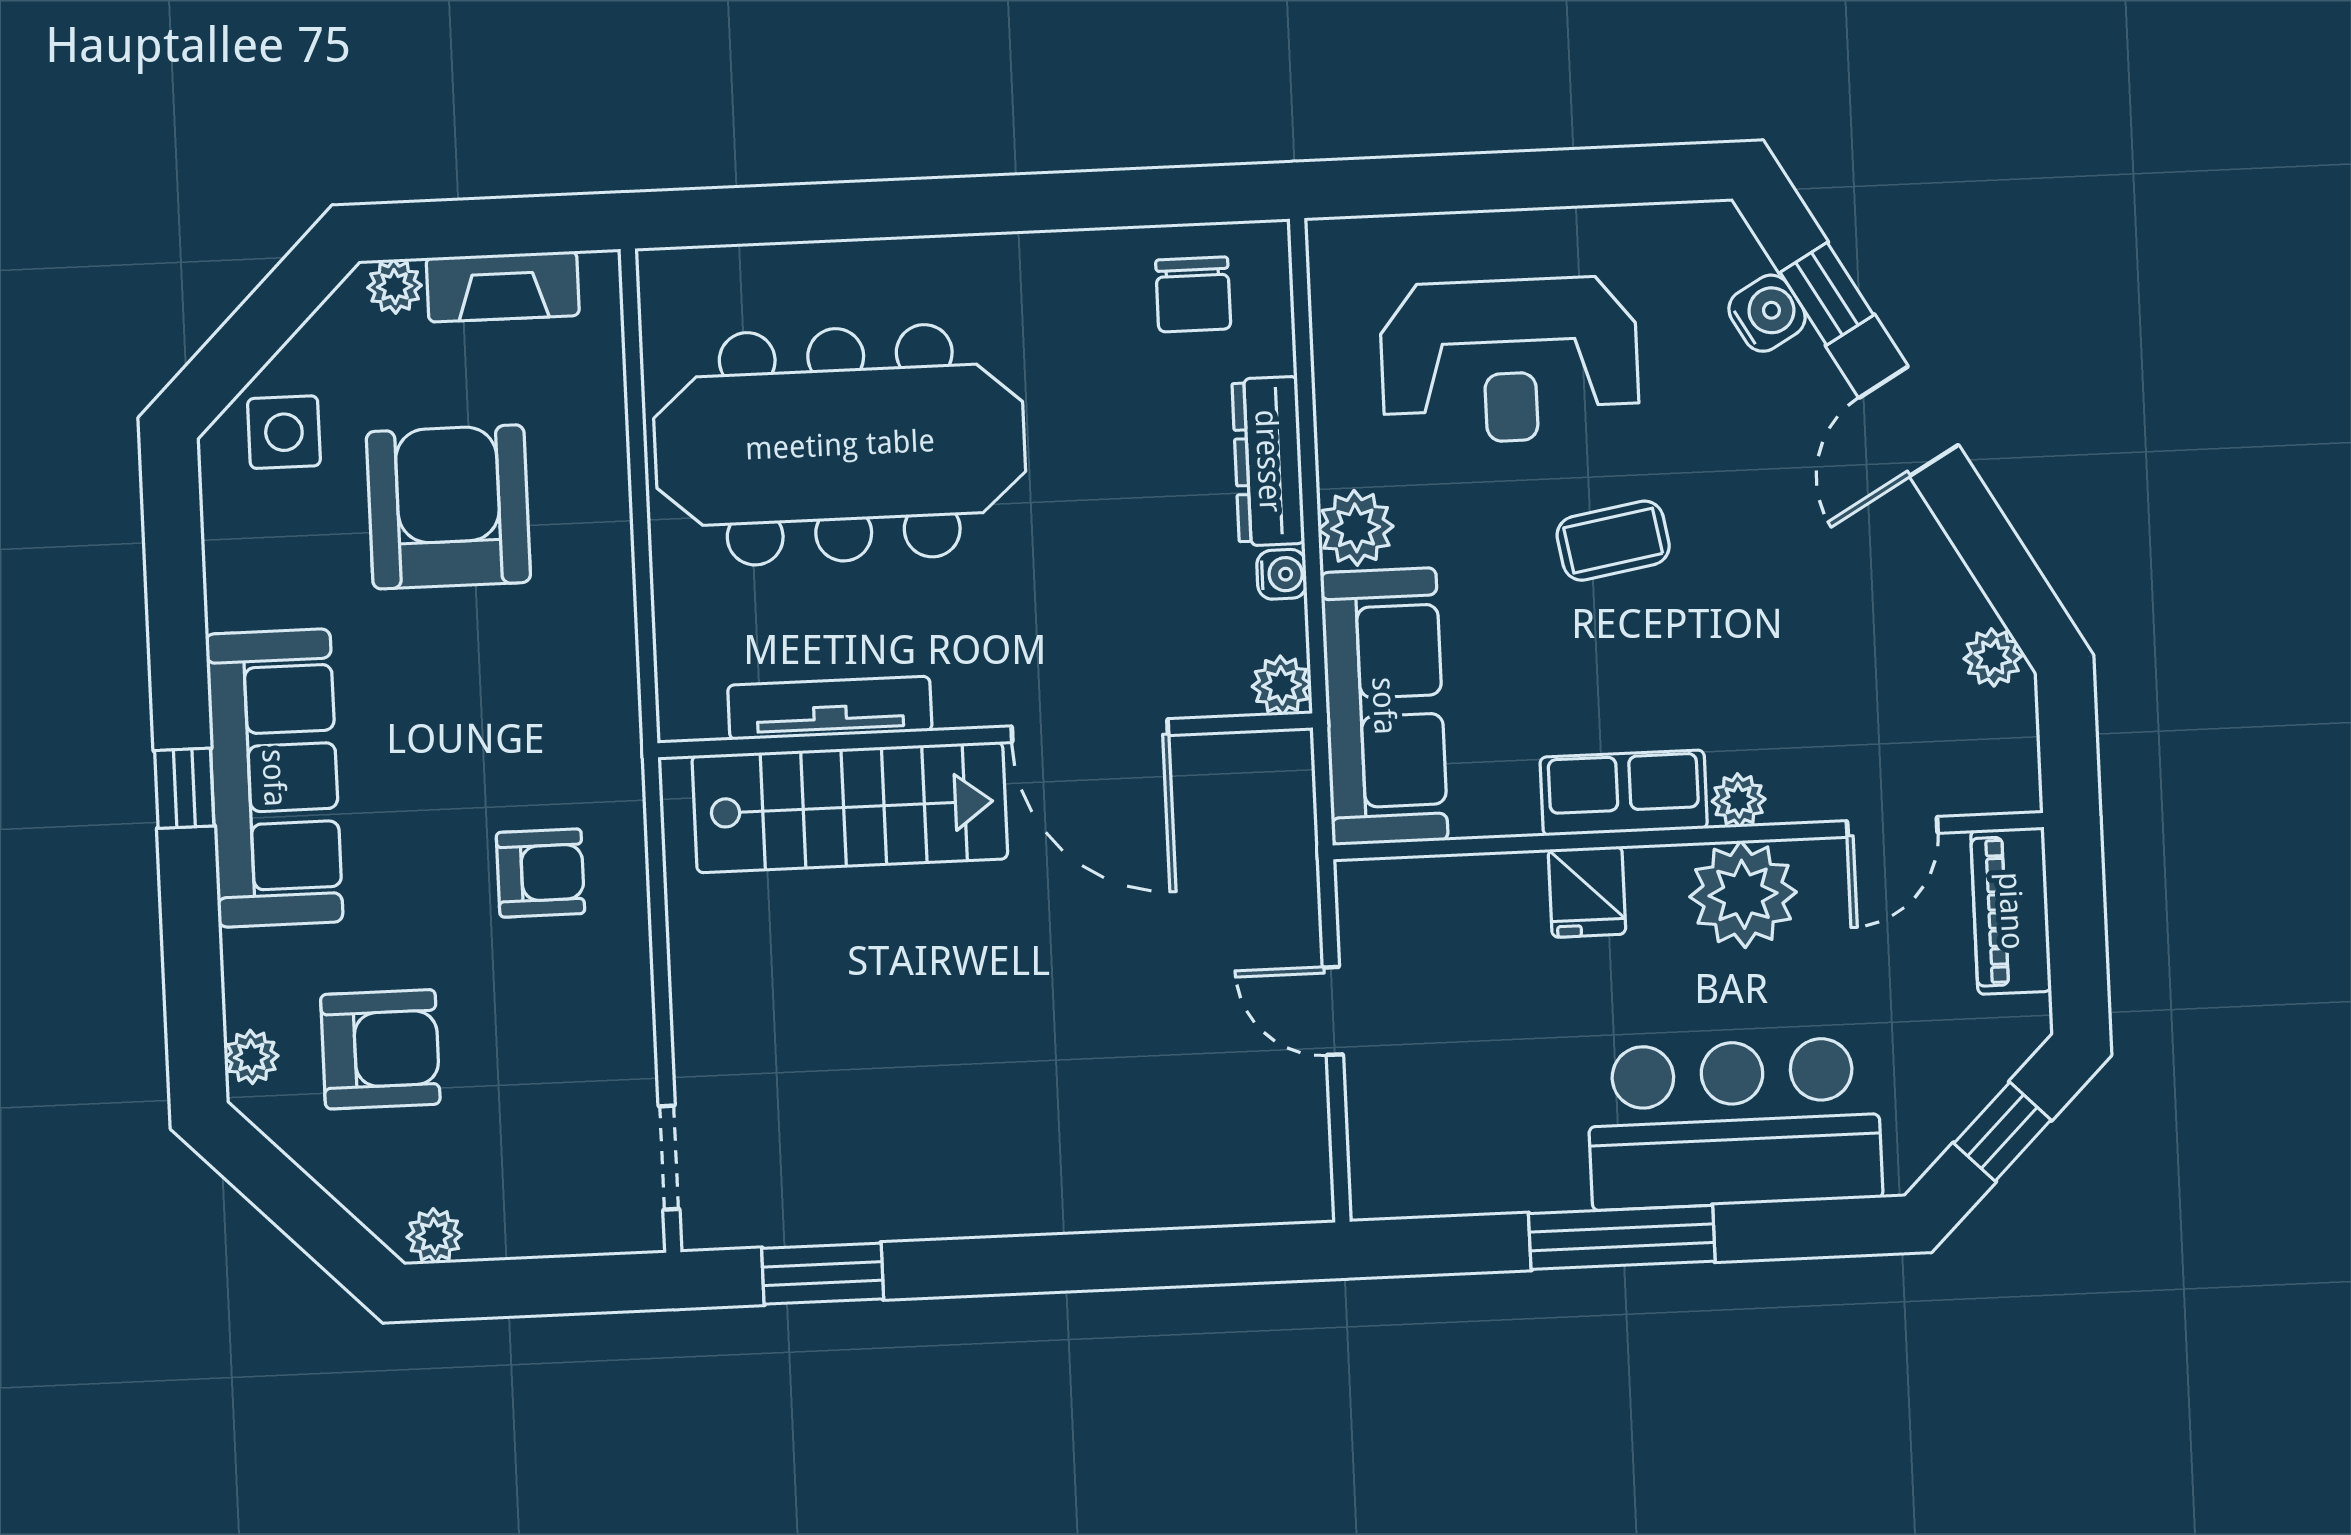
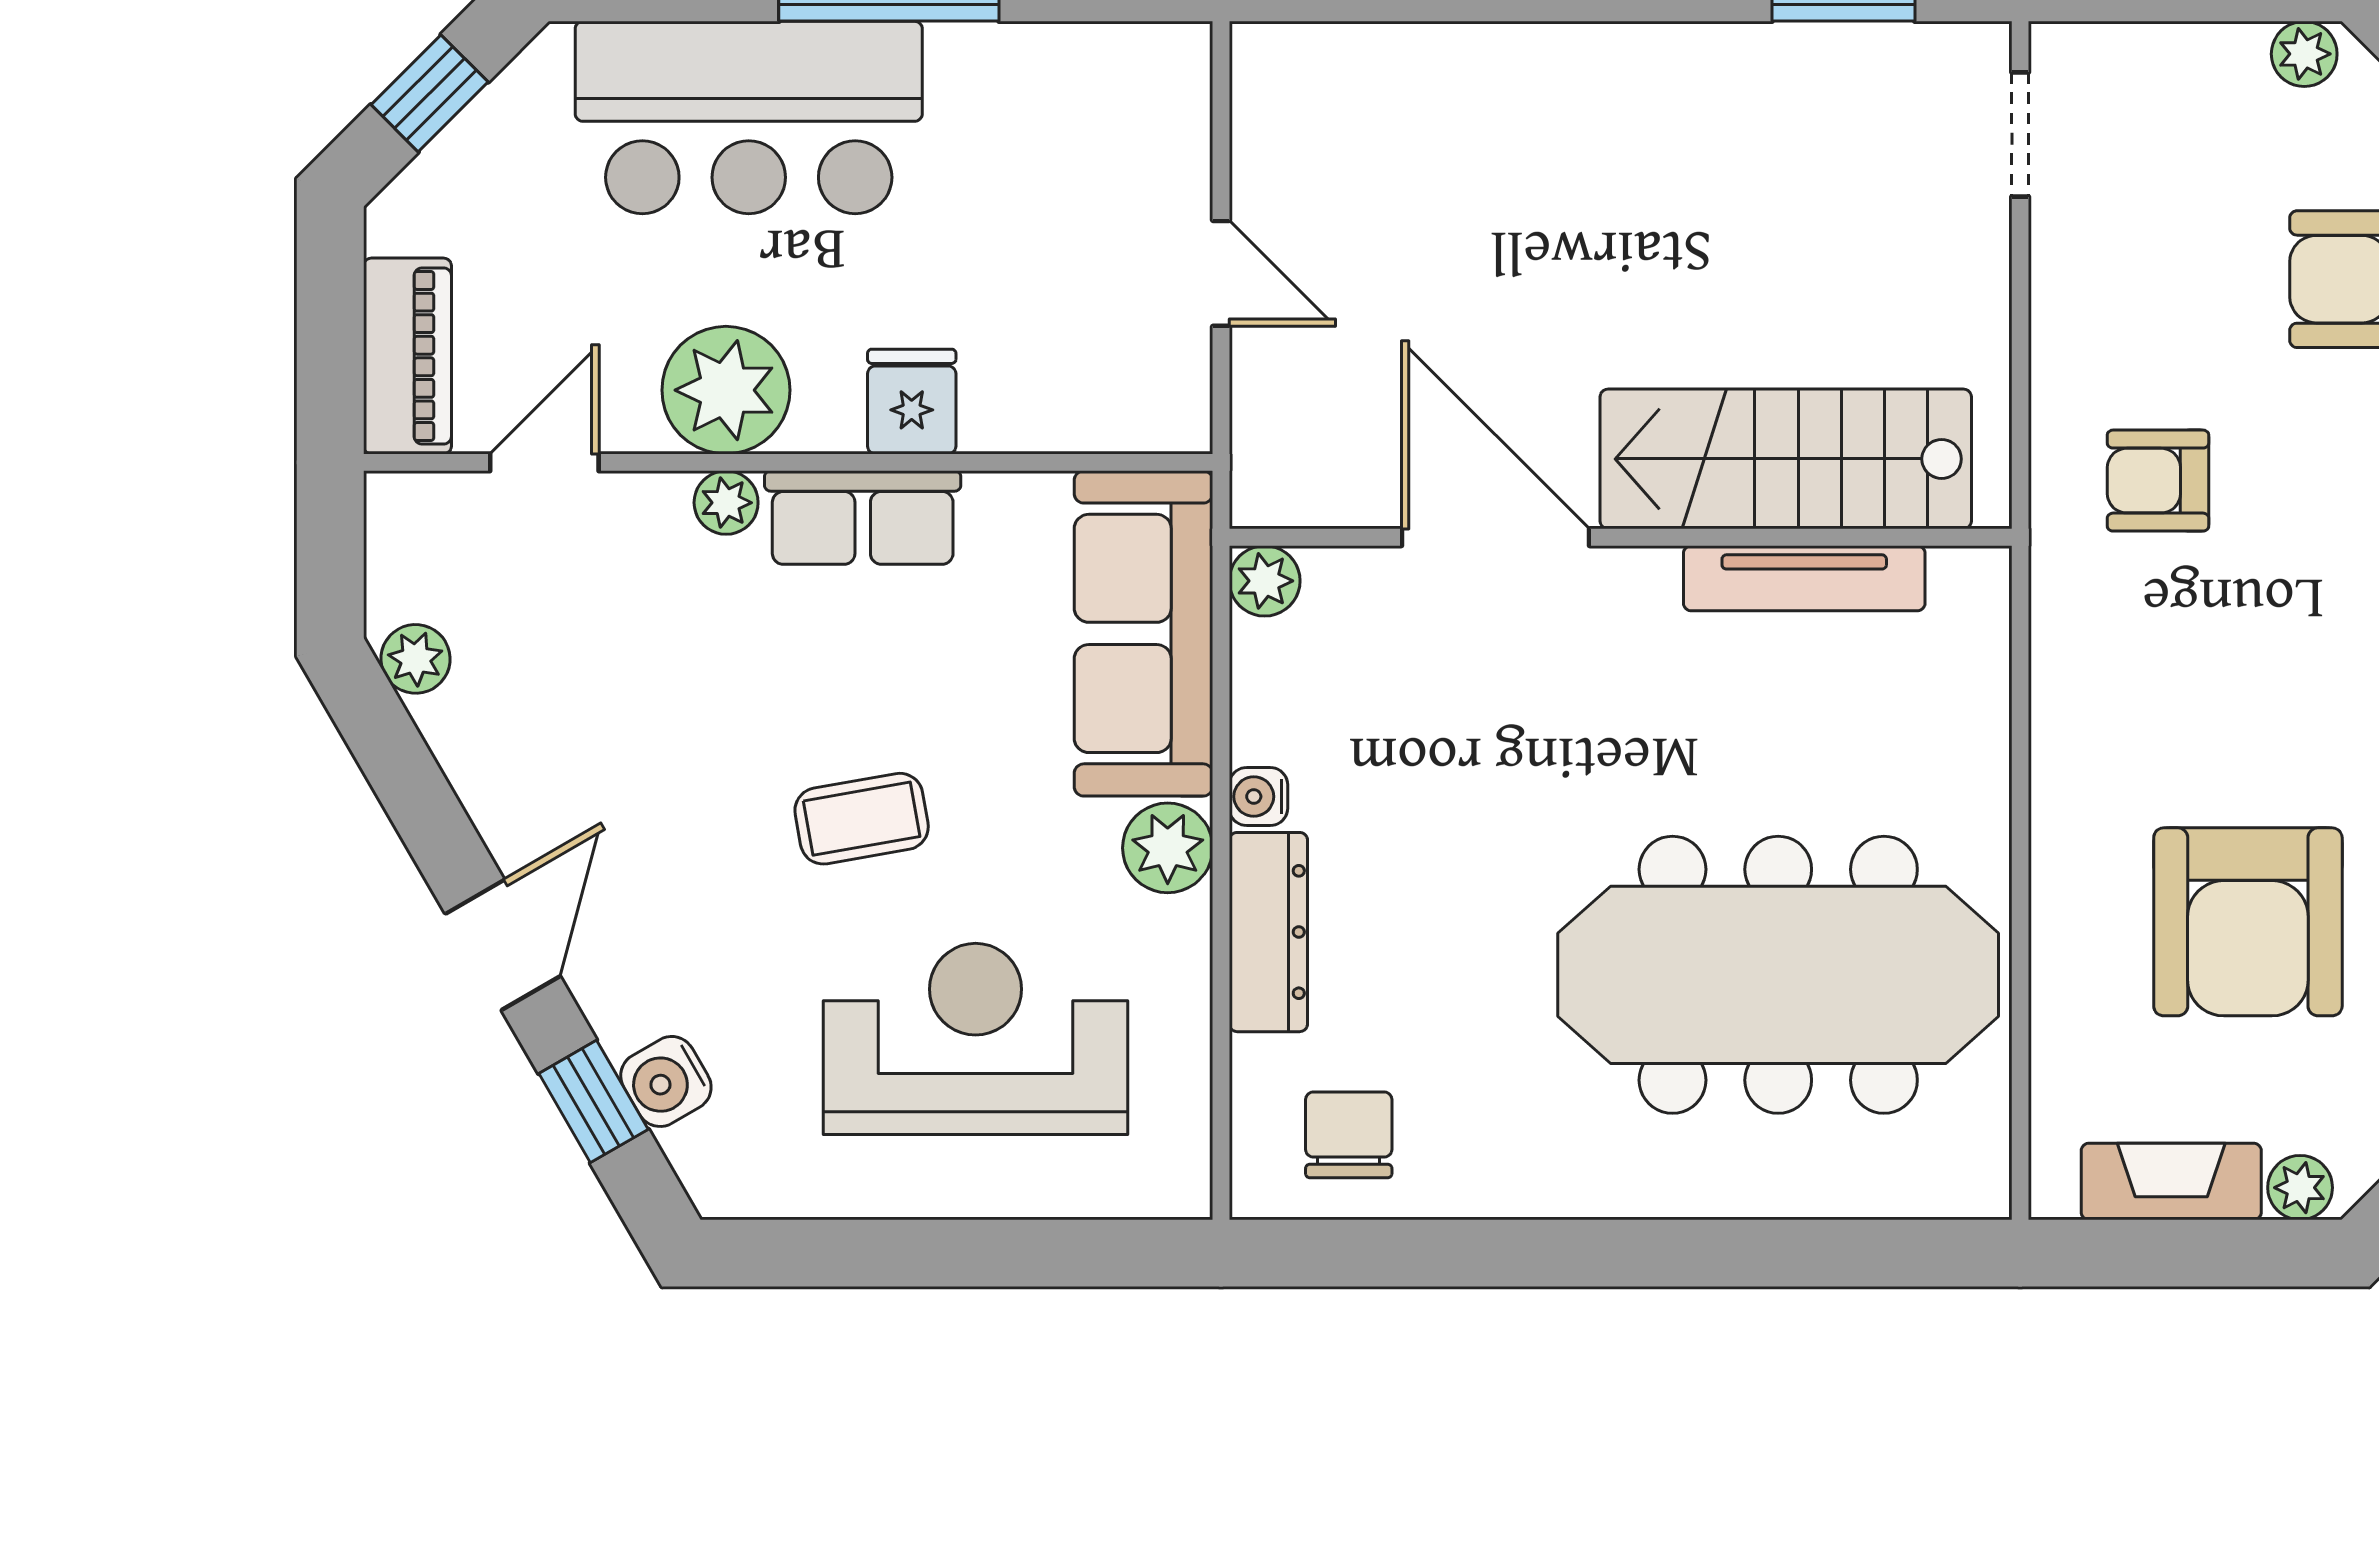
plant: (1282, 685) -> (1265, 581), moved
tv unit: (830, 708) -> (1804, 578), moved
door: (1090, 731) -> (1495, 537), moved
wall: (985, 735) -> (1621, 537), moved
stairs: (850, 807) -> (1786, 459), moved

